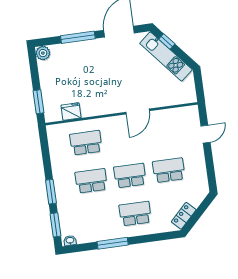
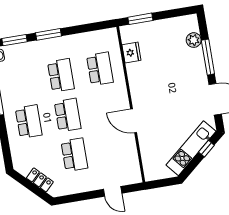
plant: (43, 53) -> (194, 40), moved
locker: (184, 216) -> (40, 180), moved

